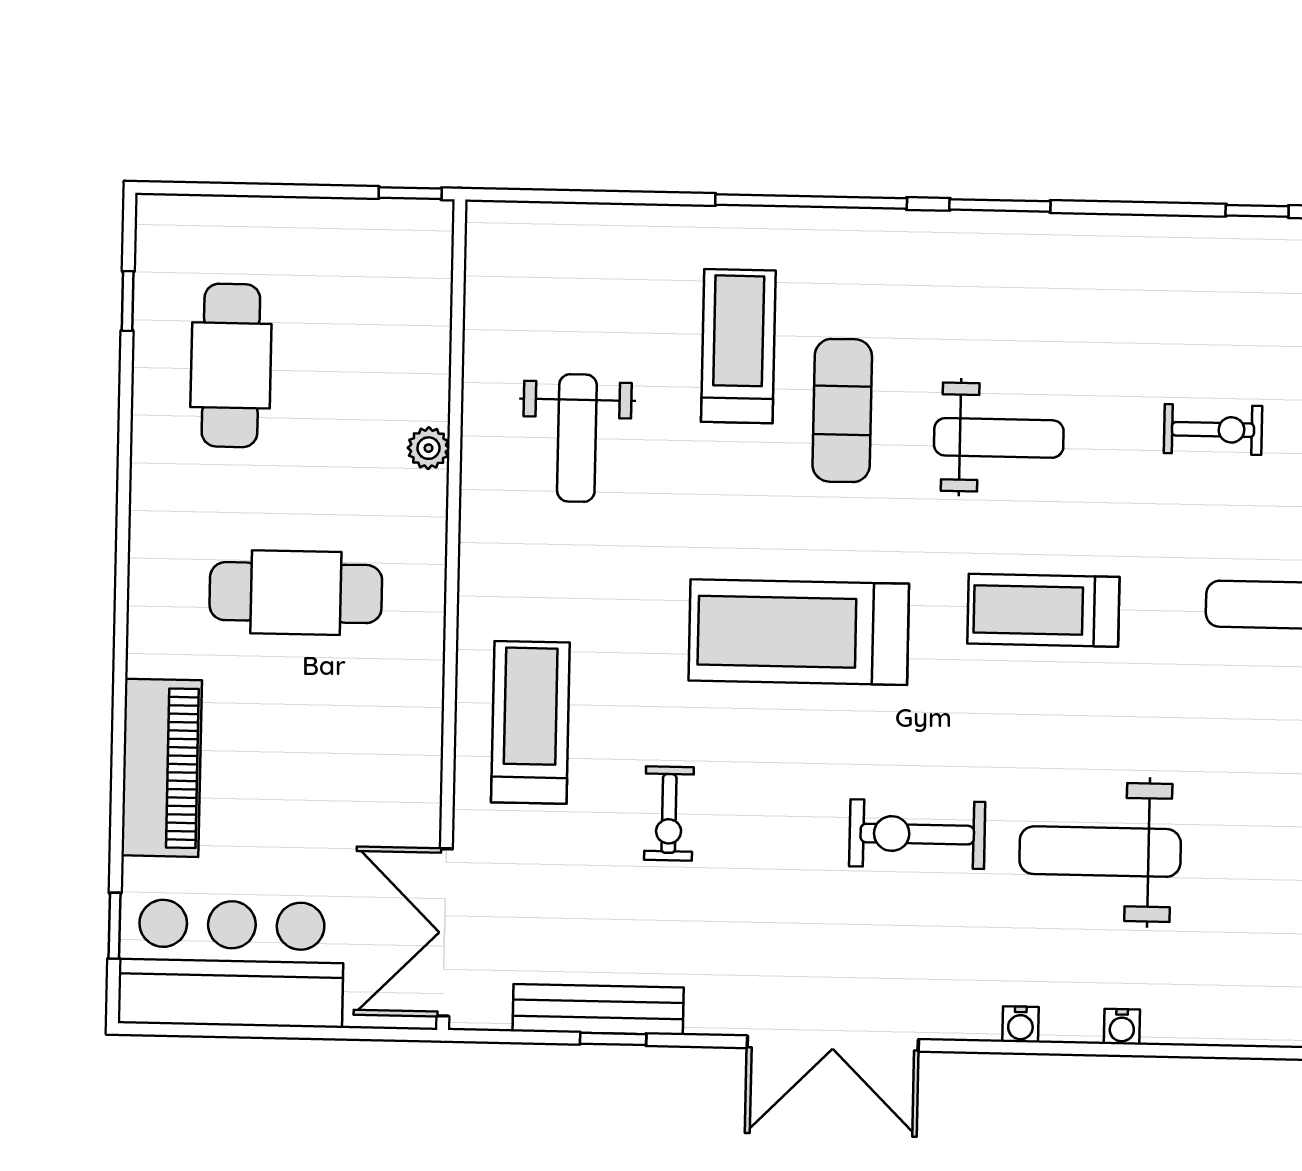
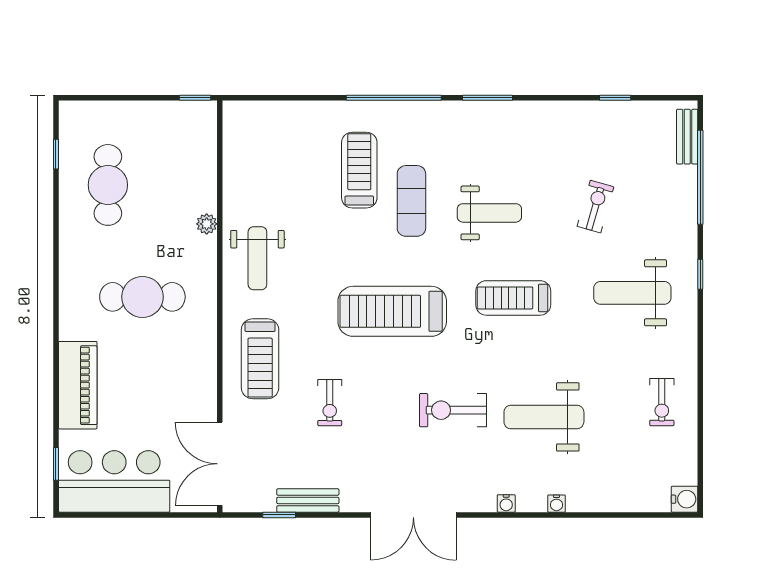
exercise bike: (1213, 430) -> (595, 207), turned -74
weight bench: (577, 438) -> (257, 258), moved
treadmill: (530, 722) -> (260, 359), turned 180
bench: (598, 1009) -> (308, 500), width x0.73
window: (613, 1039) -> (279, 515), moved

